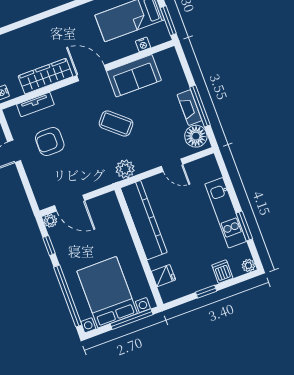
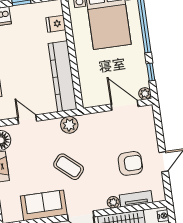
plant: (59, 95) -> (113, 202), added

